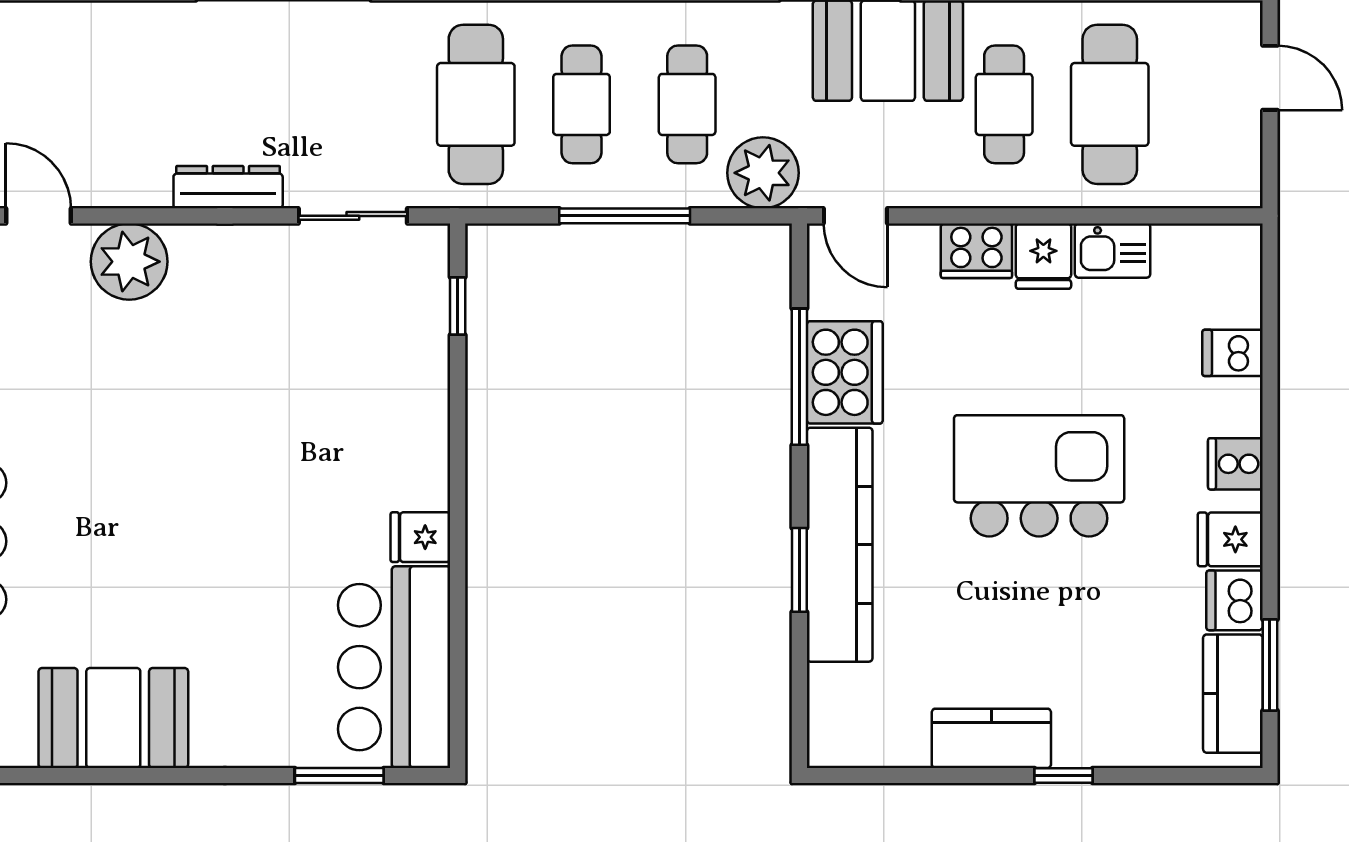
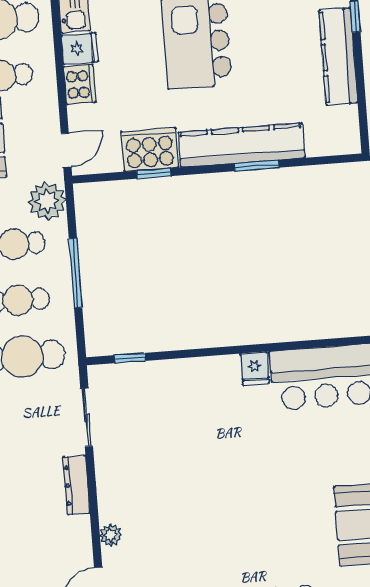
plant: (129, 262) -> (111, 535), width x0.53, depth x0.53
window: (799, 377) -> (154, 173), width x0.46
kitchen counter: (991, 738) -> (338, 57), width x1.50

